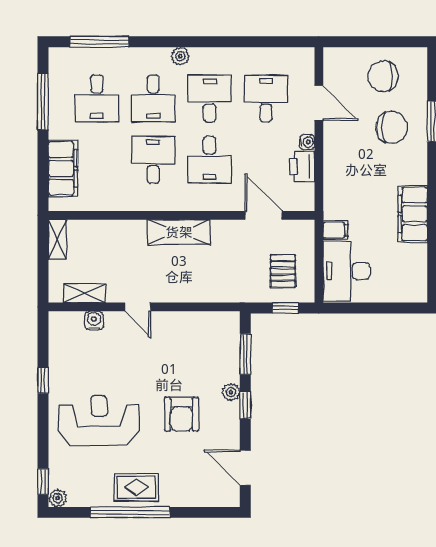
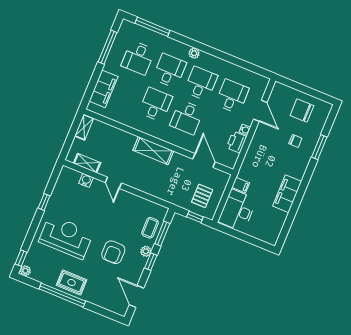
desk: (153, 99) -> (169, 71), turned 180
chair: (392, 127) -> (295, 141), width x0.54, depth x0.54
coffee table: (223, 353) -> (150, 228), added

